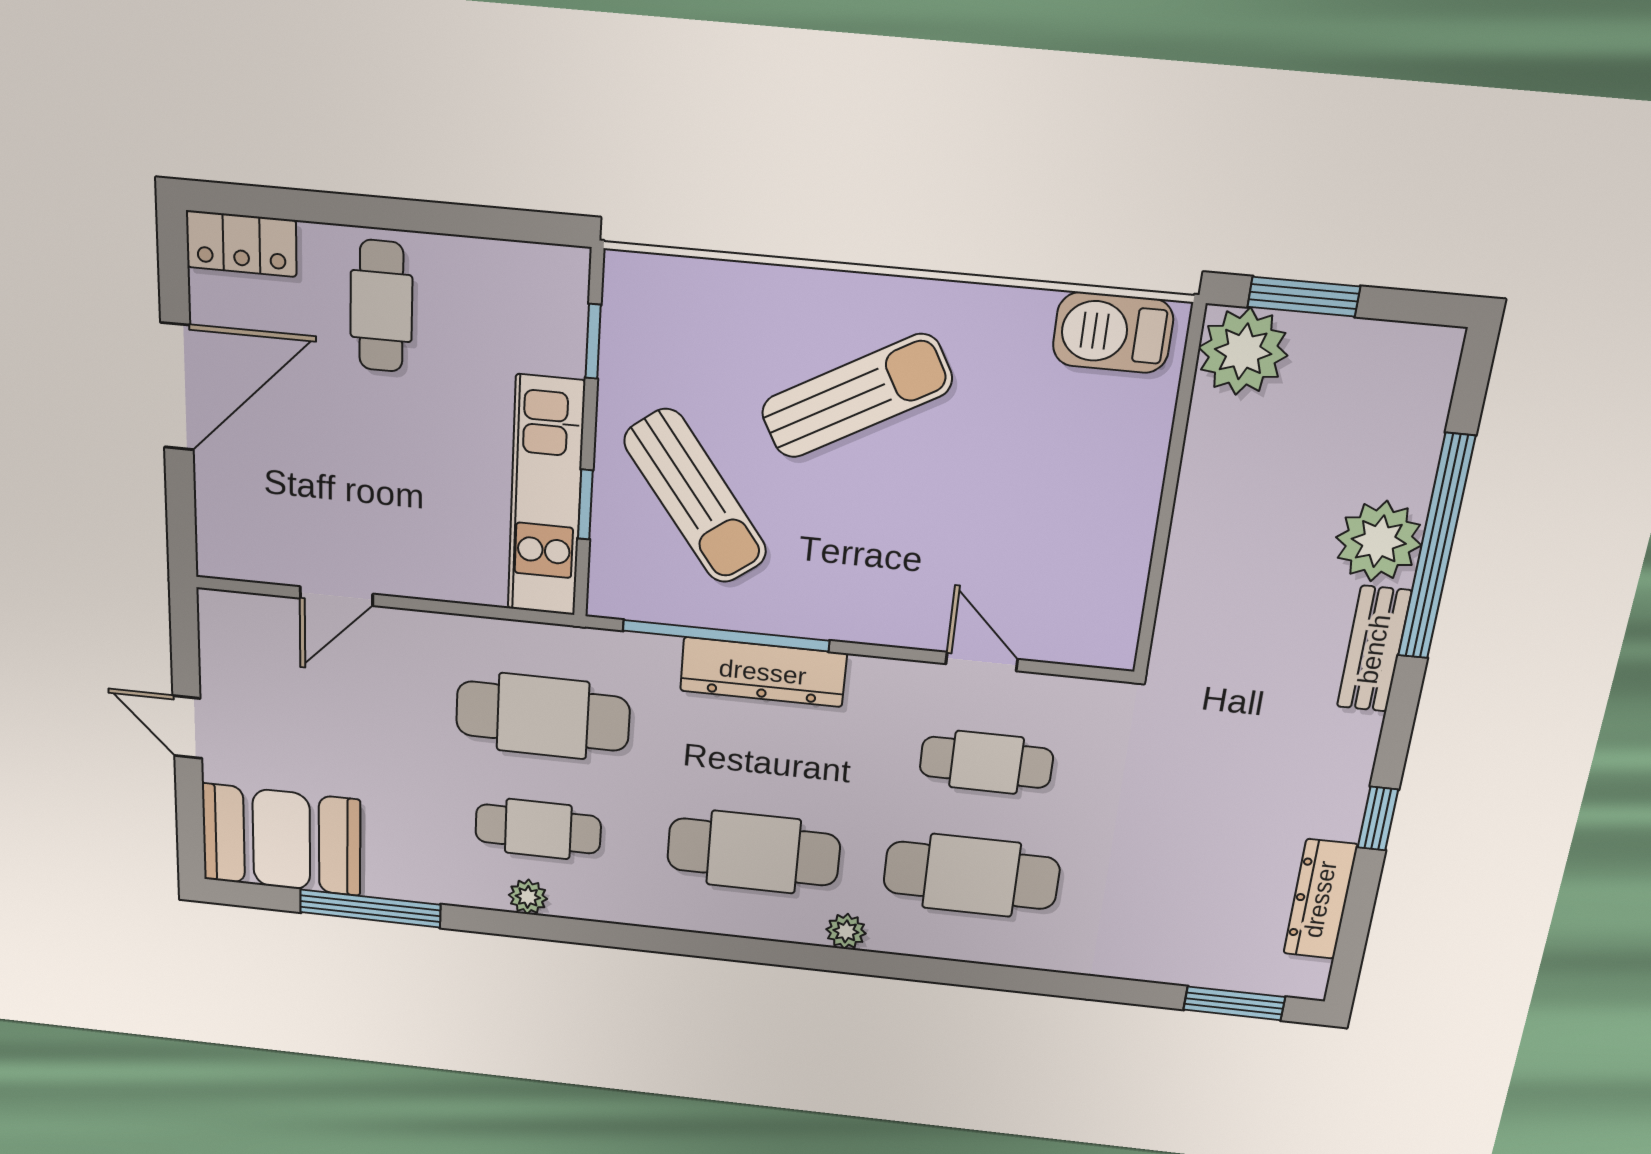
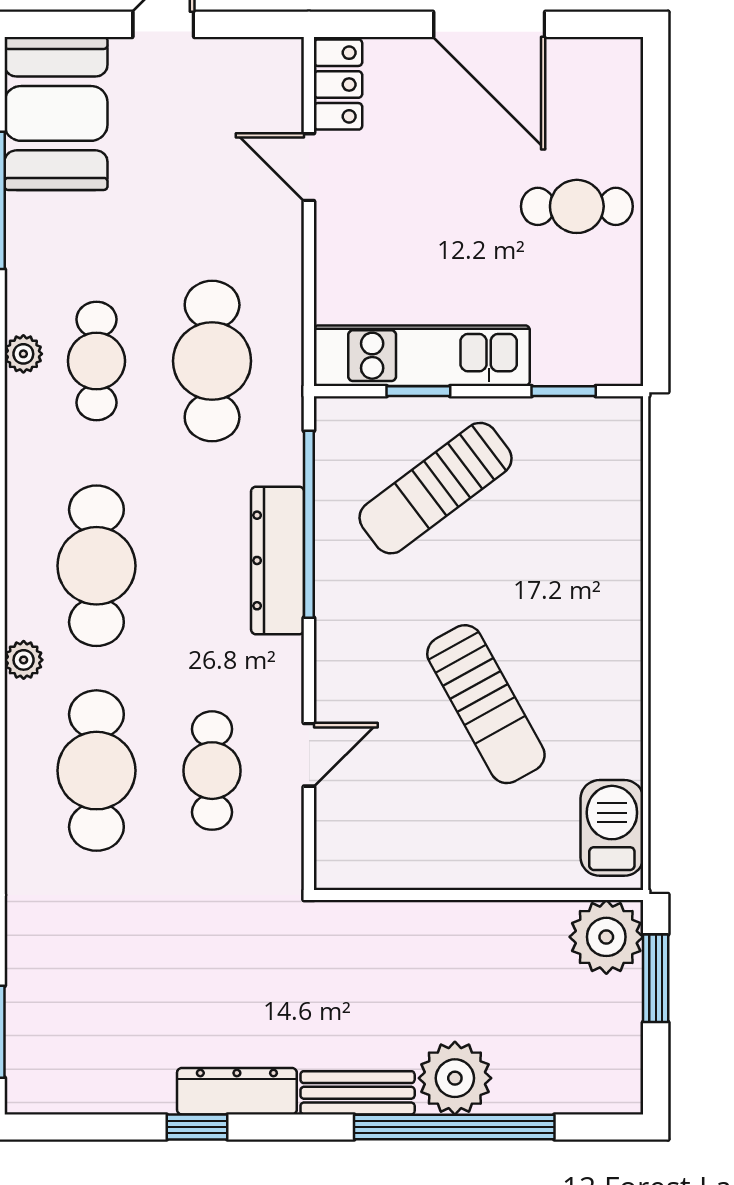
locker: (241, 244) -> (338, 85), moved, turned 180
sun lounger: (857, 396) -> (486, 704), moved
dresser: (1320, 899) -> (237, 1091), moved

